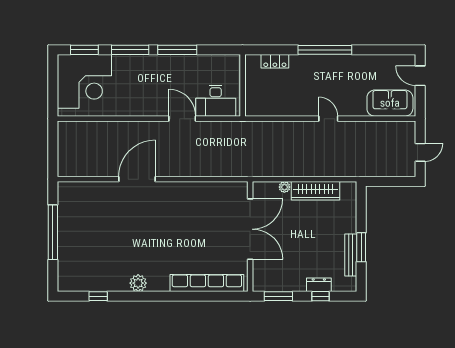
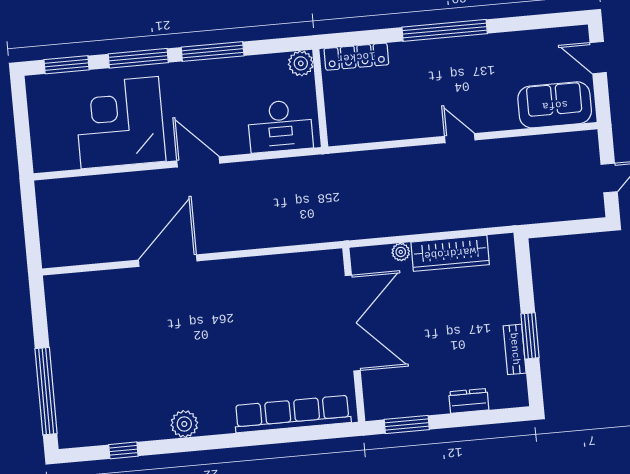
locker: (275, 61) -> (356, 57), width x1.53
plant: (232, 62) -> (301, 63), added
corner desk: (84, 81) -> (120, 123), moved, turned 180
door: (182, 119) -> (198, 162), moved
window: (53, 232) -> (46, 391), moved
bench: (351, 255) -> (515, 349), width x0.73
window: (320, 296) -> (473, 419), removed

